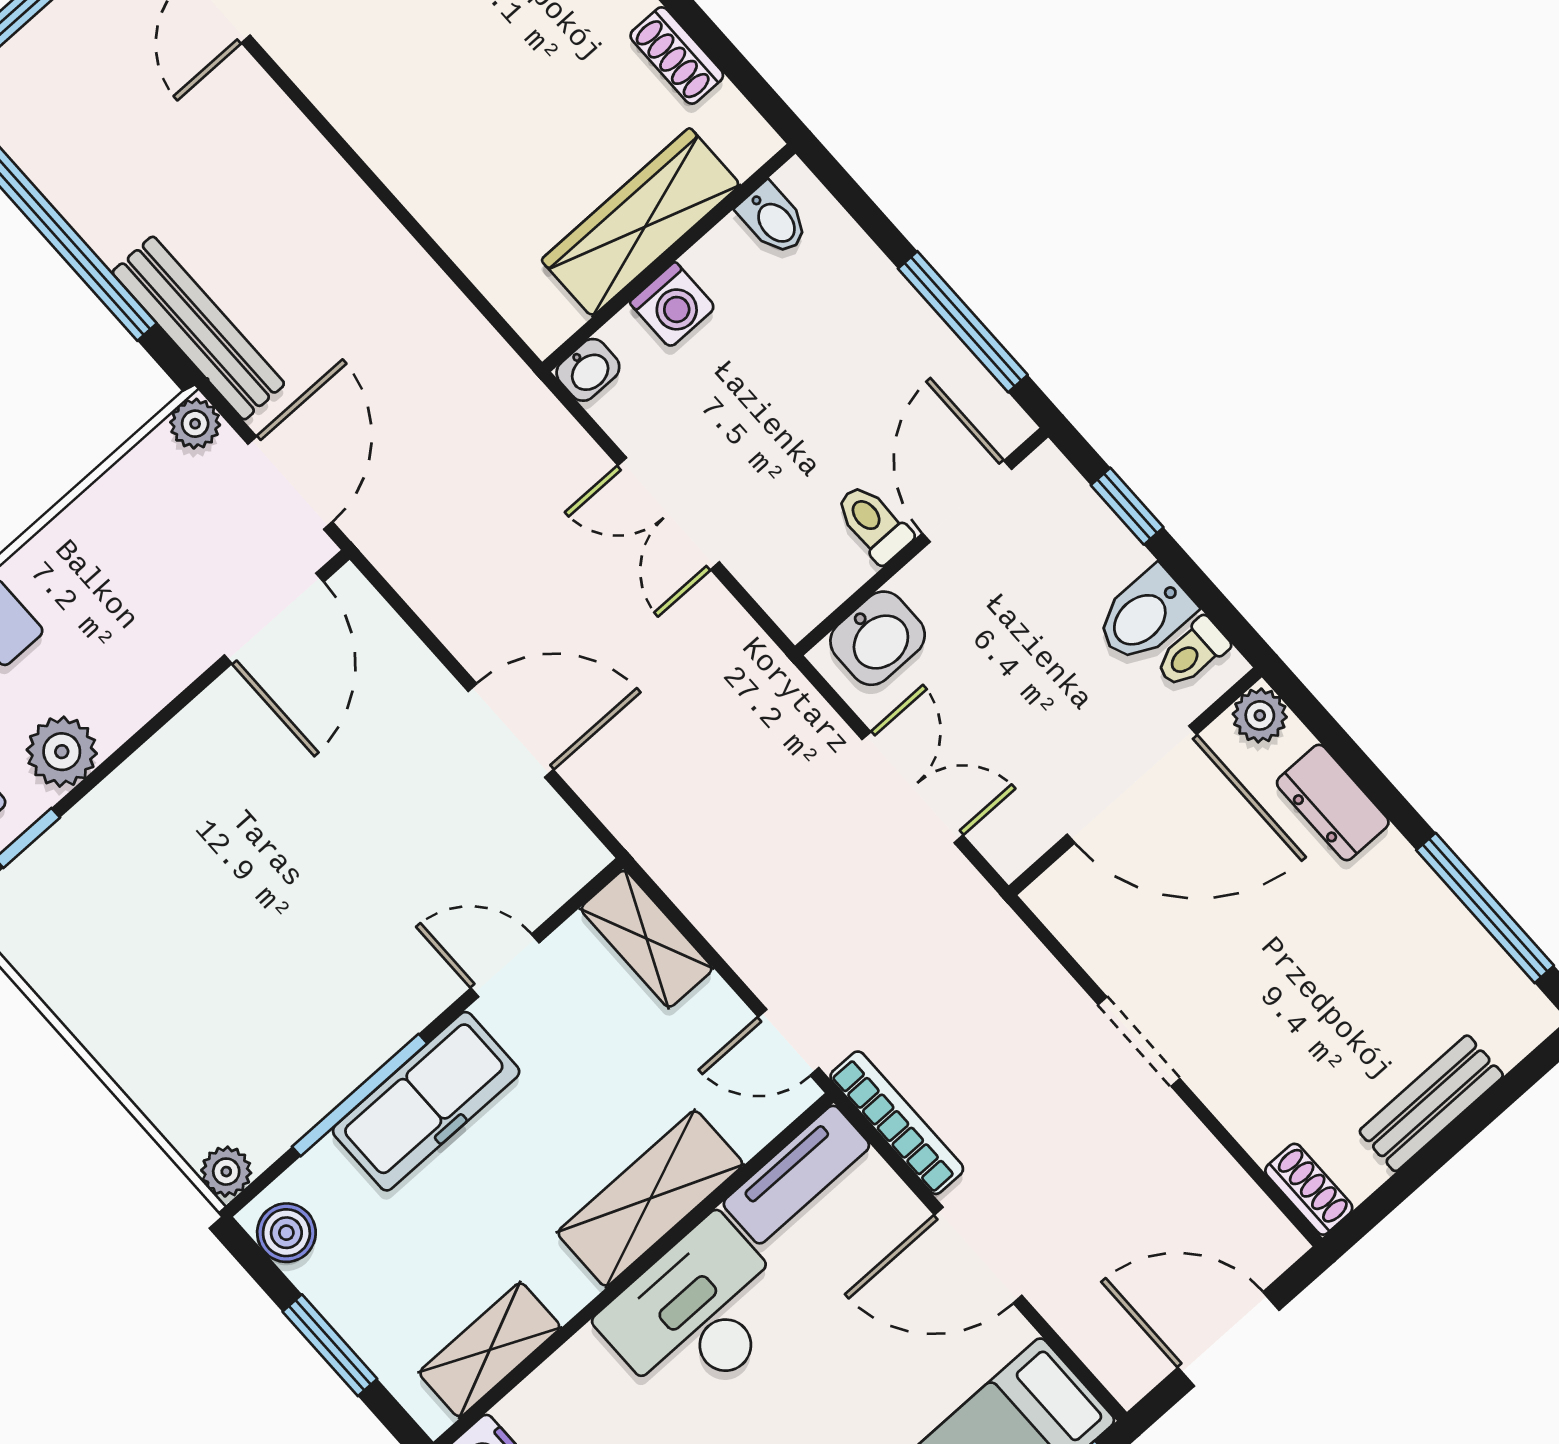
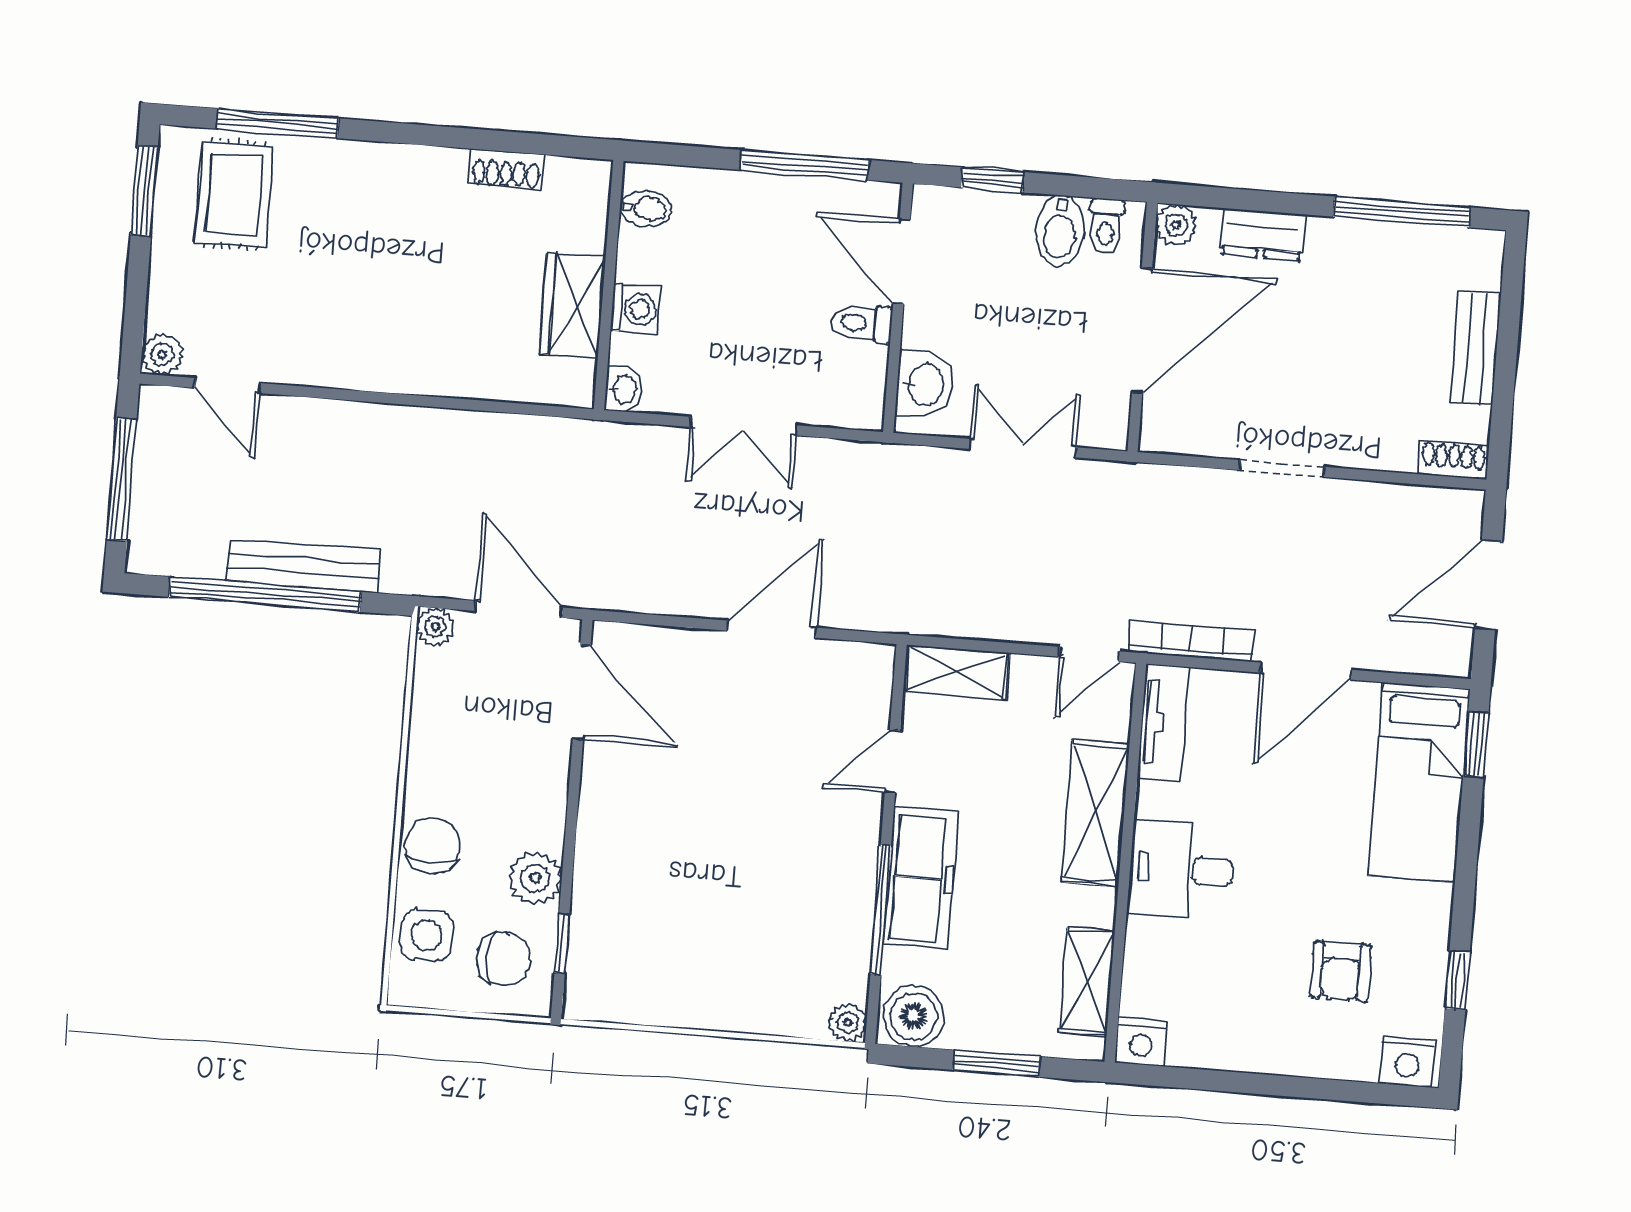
wardrobe: (641, 222) -> (572, 306), width x0.67
bench: (198, 328) -> (303, 566), moved
boiler: (286, 1233) -> (914, 1016), width x1.36, depth x1.36
desk: (698, 1314) -> (1181, 870), width x0.73

